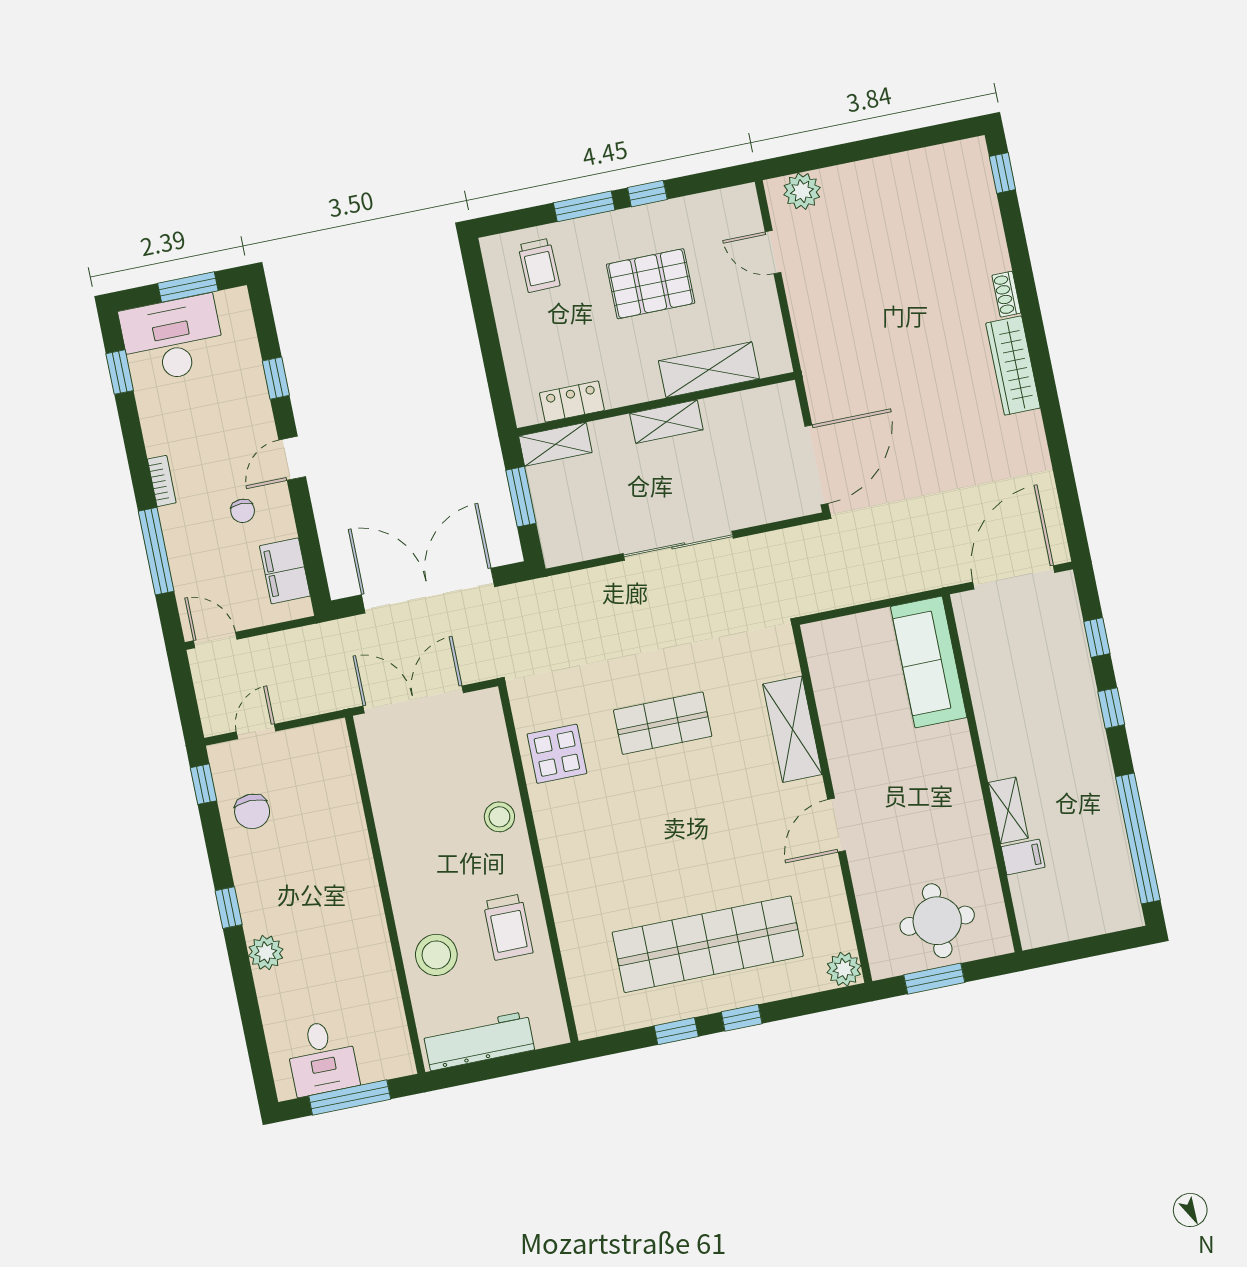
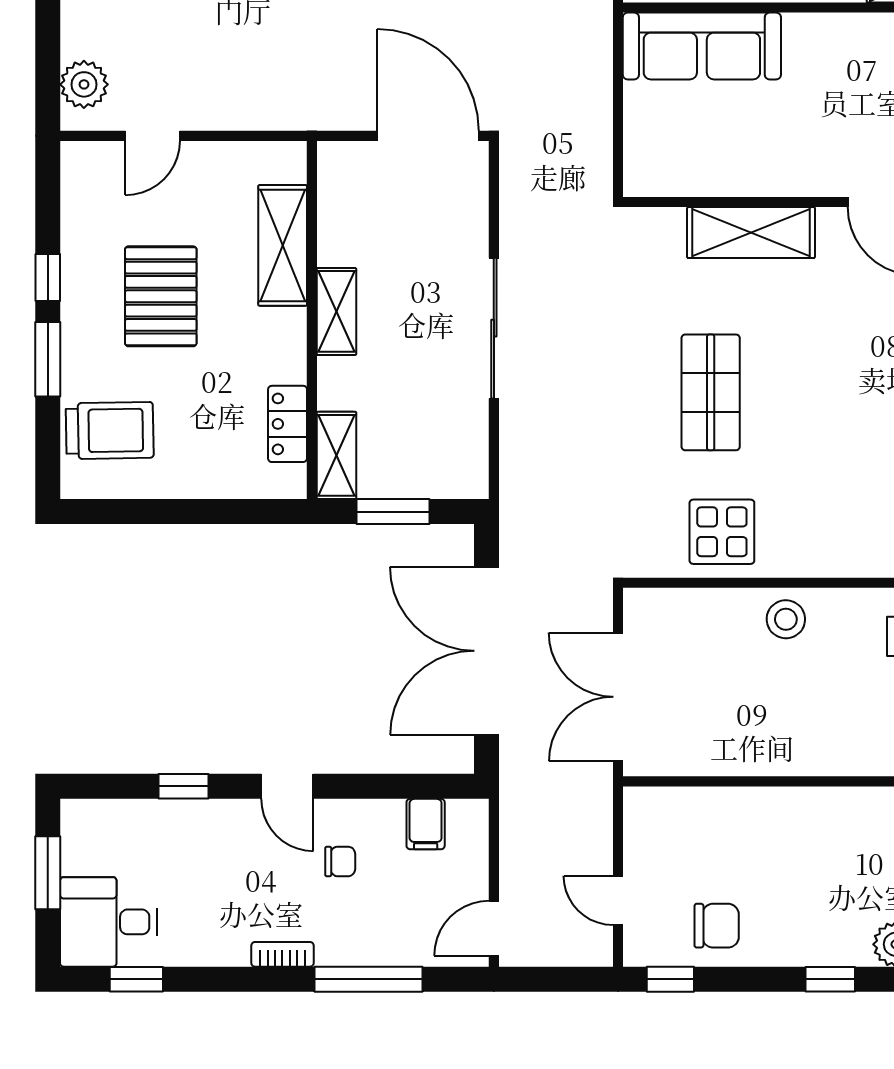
trolley: (539, 265) -> (110, 431), width x1.36, depth x1.39
desk: (172, 339) -> (109, 922), width x0.73
filing cabinet: (285, 571) -> (426, 824), width x0.50

